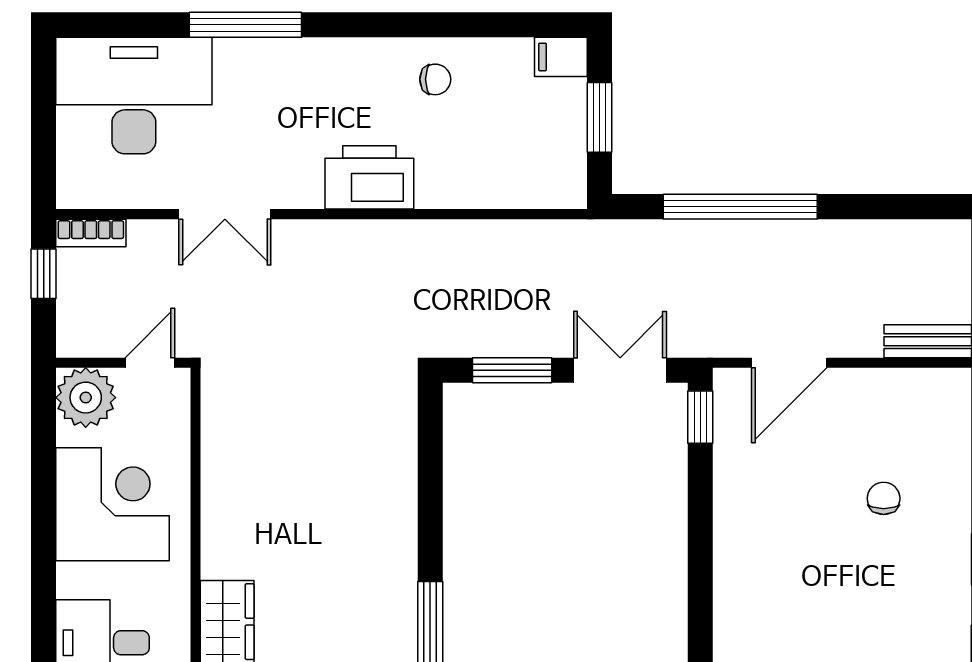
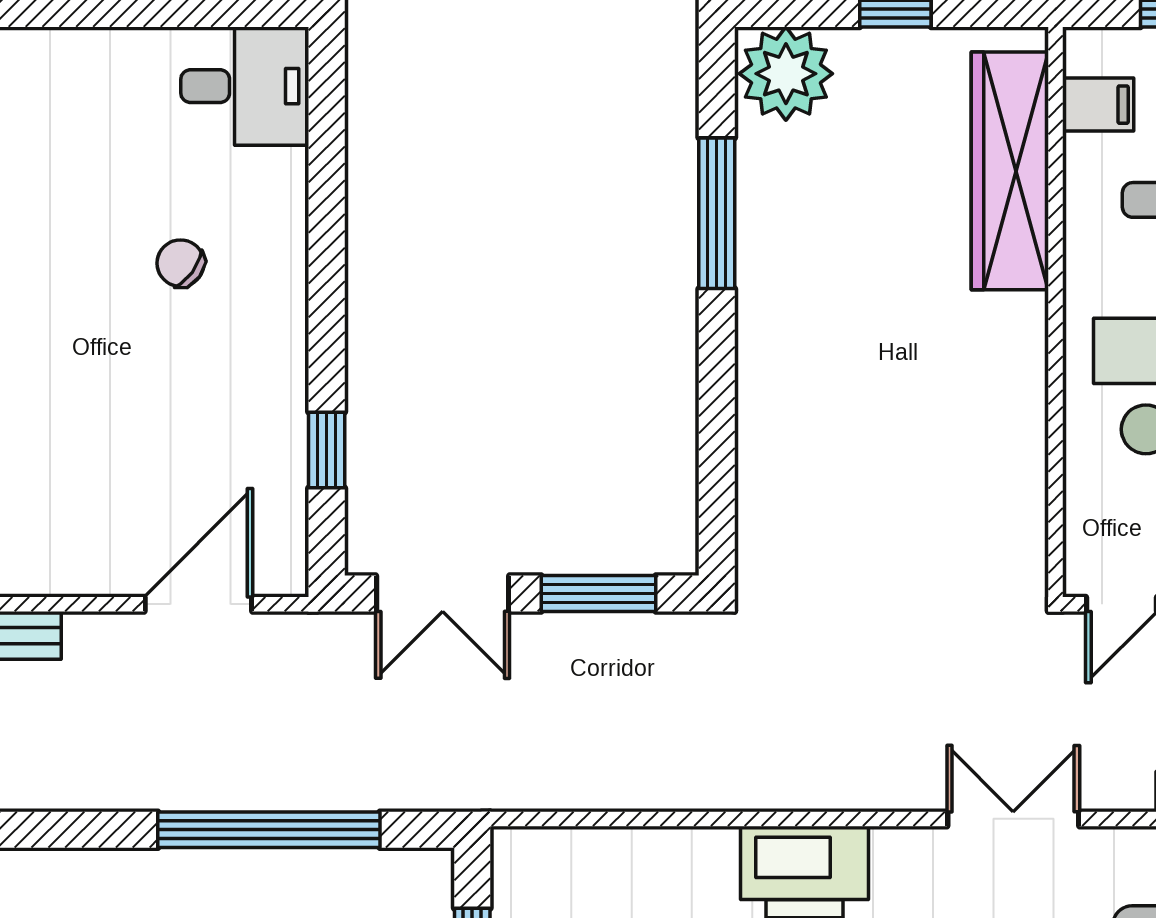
window: (700, 417) -> (327, 450), moved
chair: (884, 498) -> (181, 263), moved, turned 126

